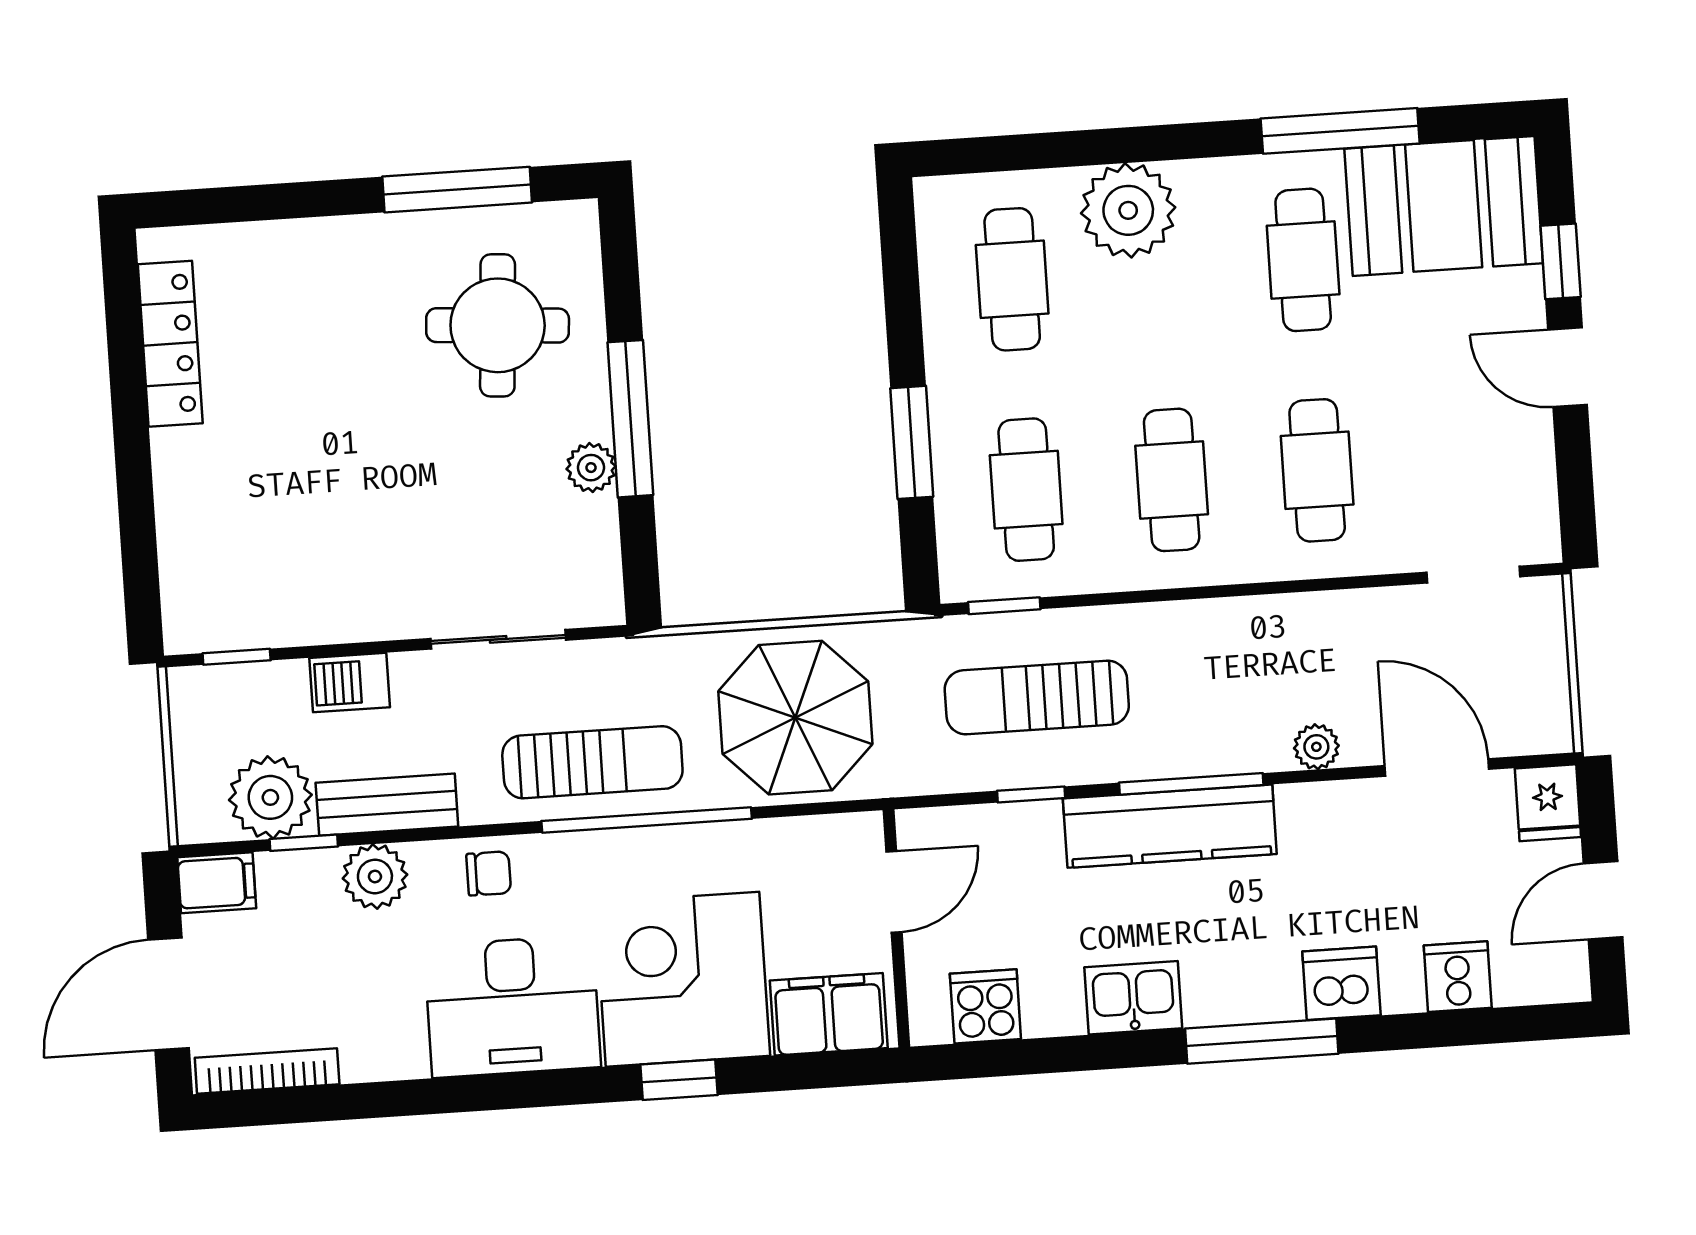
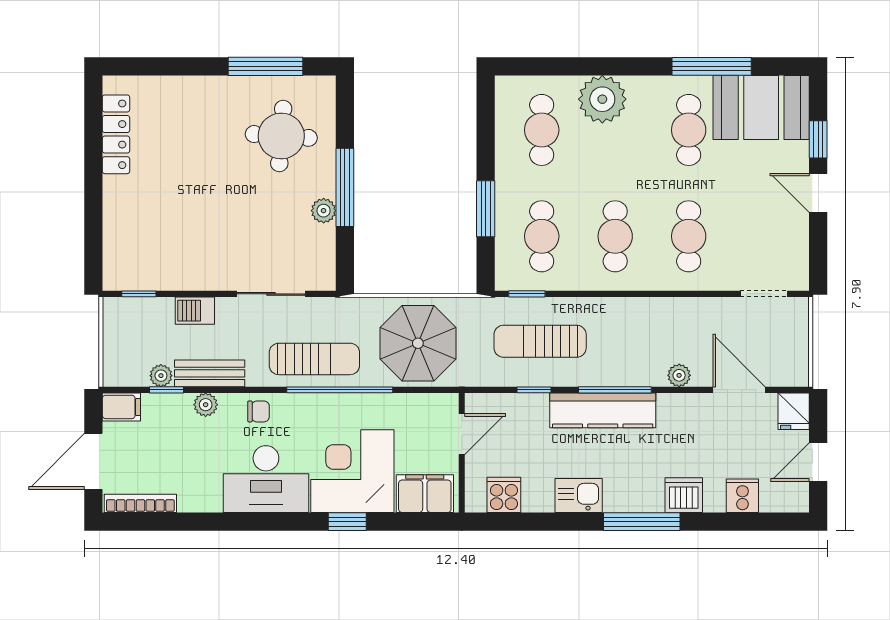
plant: (270, 797) -> (161, 376), width x0.53, depth x0.53
plant: (375, 876) -> (206, 405), width x0.73, depth x0.73

